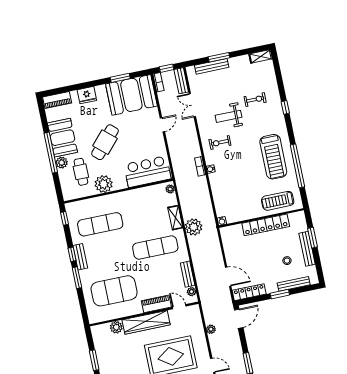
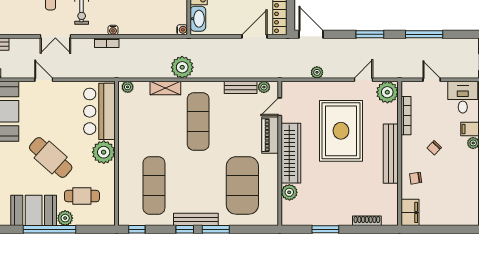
double door: (192, 105) -> (55, 36), moved
plant: (104, 184) -> (104, 152), moved
washbasin: (233, 231) -> (198, 19), added
bench: (80, 257) -> (196, 219), width x1.36

